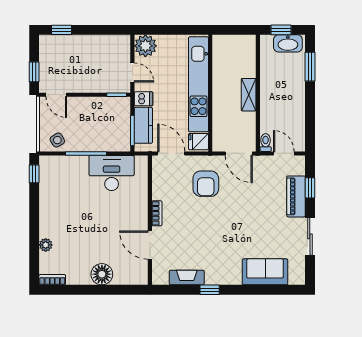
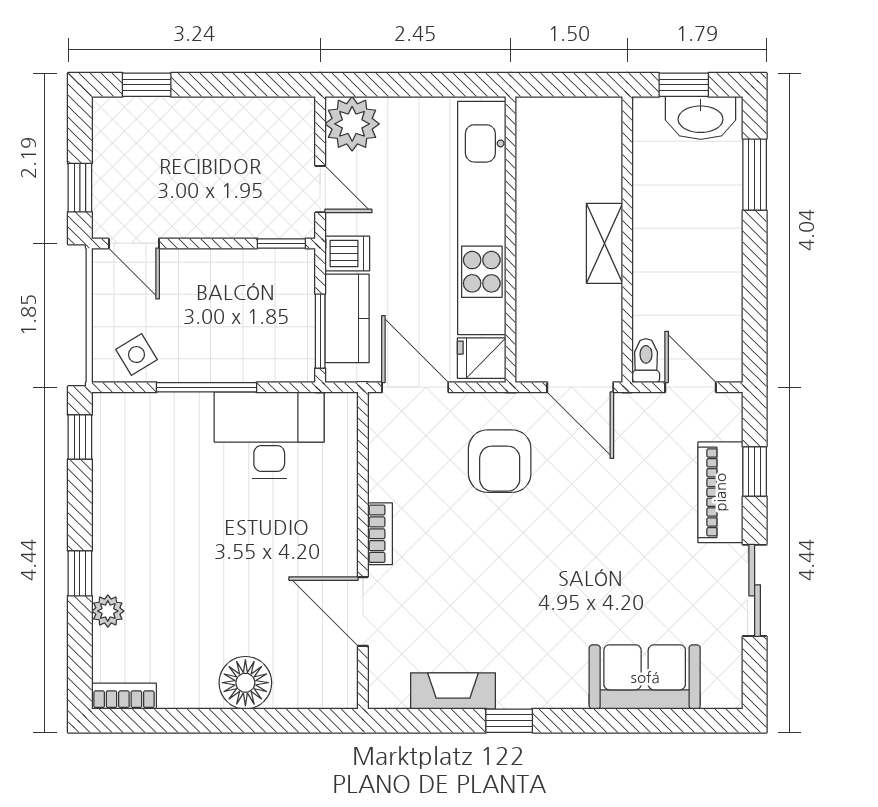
window: (34, 230) -> (80, 573), added

